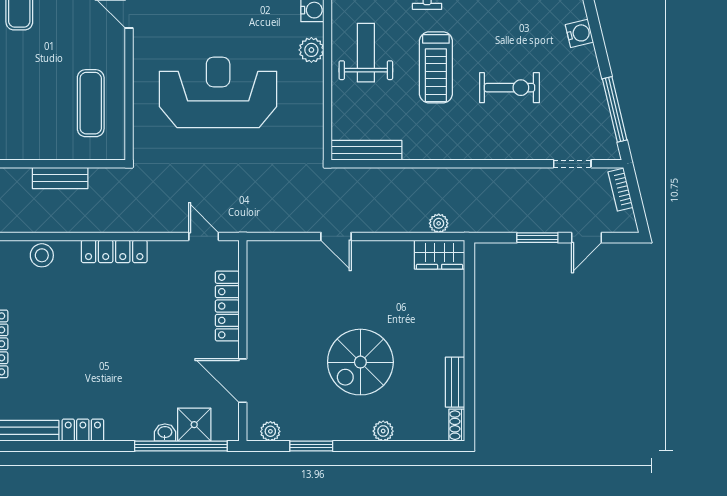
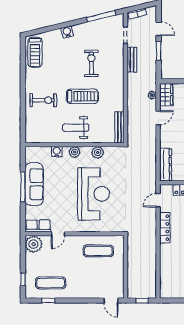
reception desk: (218, 92) -> (94, 194), turned 180
plant: (311, 102) -> (98, 152), added
bench: (60, 178) -> (132, 60), moved
door: (336, 236) -> (158, 118), moved
locker: (114, 251) -> (165, 228), moved
dresser: (283, 253) -> (166, 165), added
stool: (42, 255) -> (167, 273), removed

